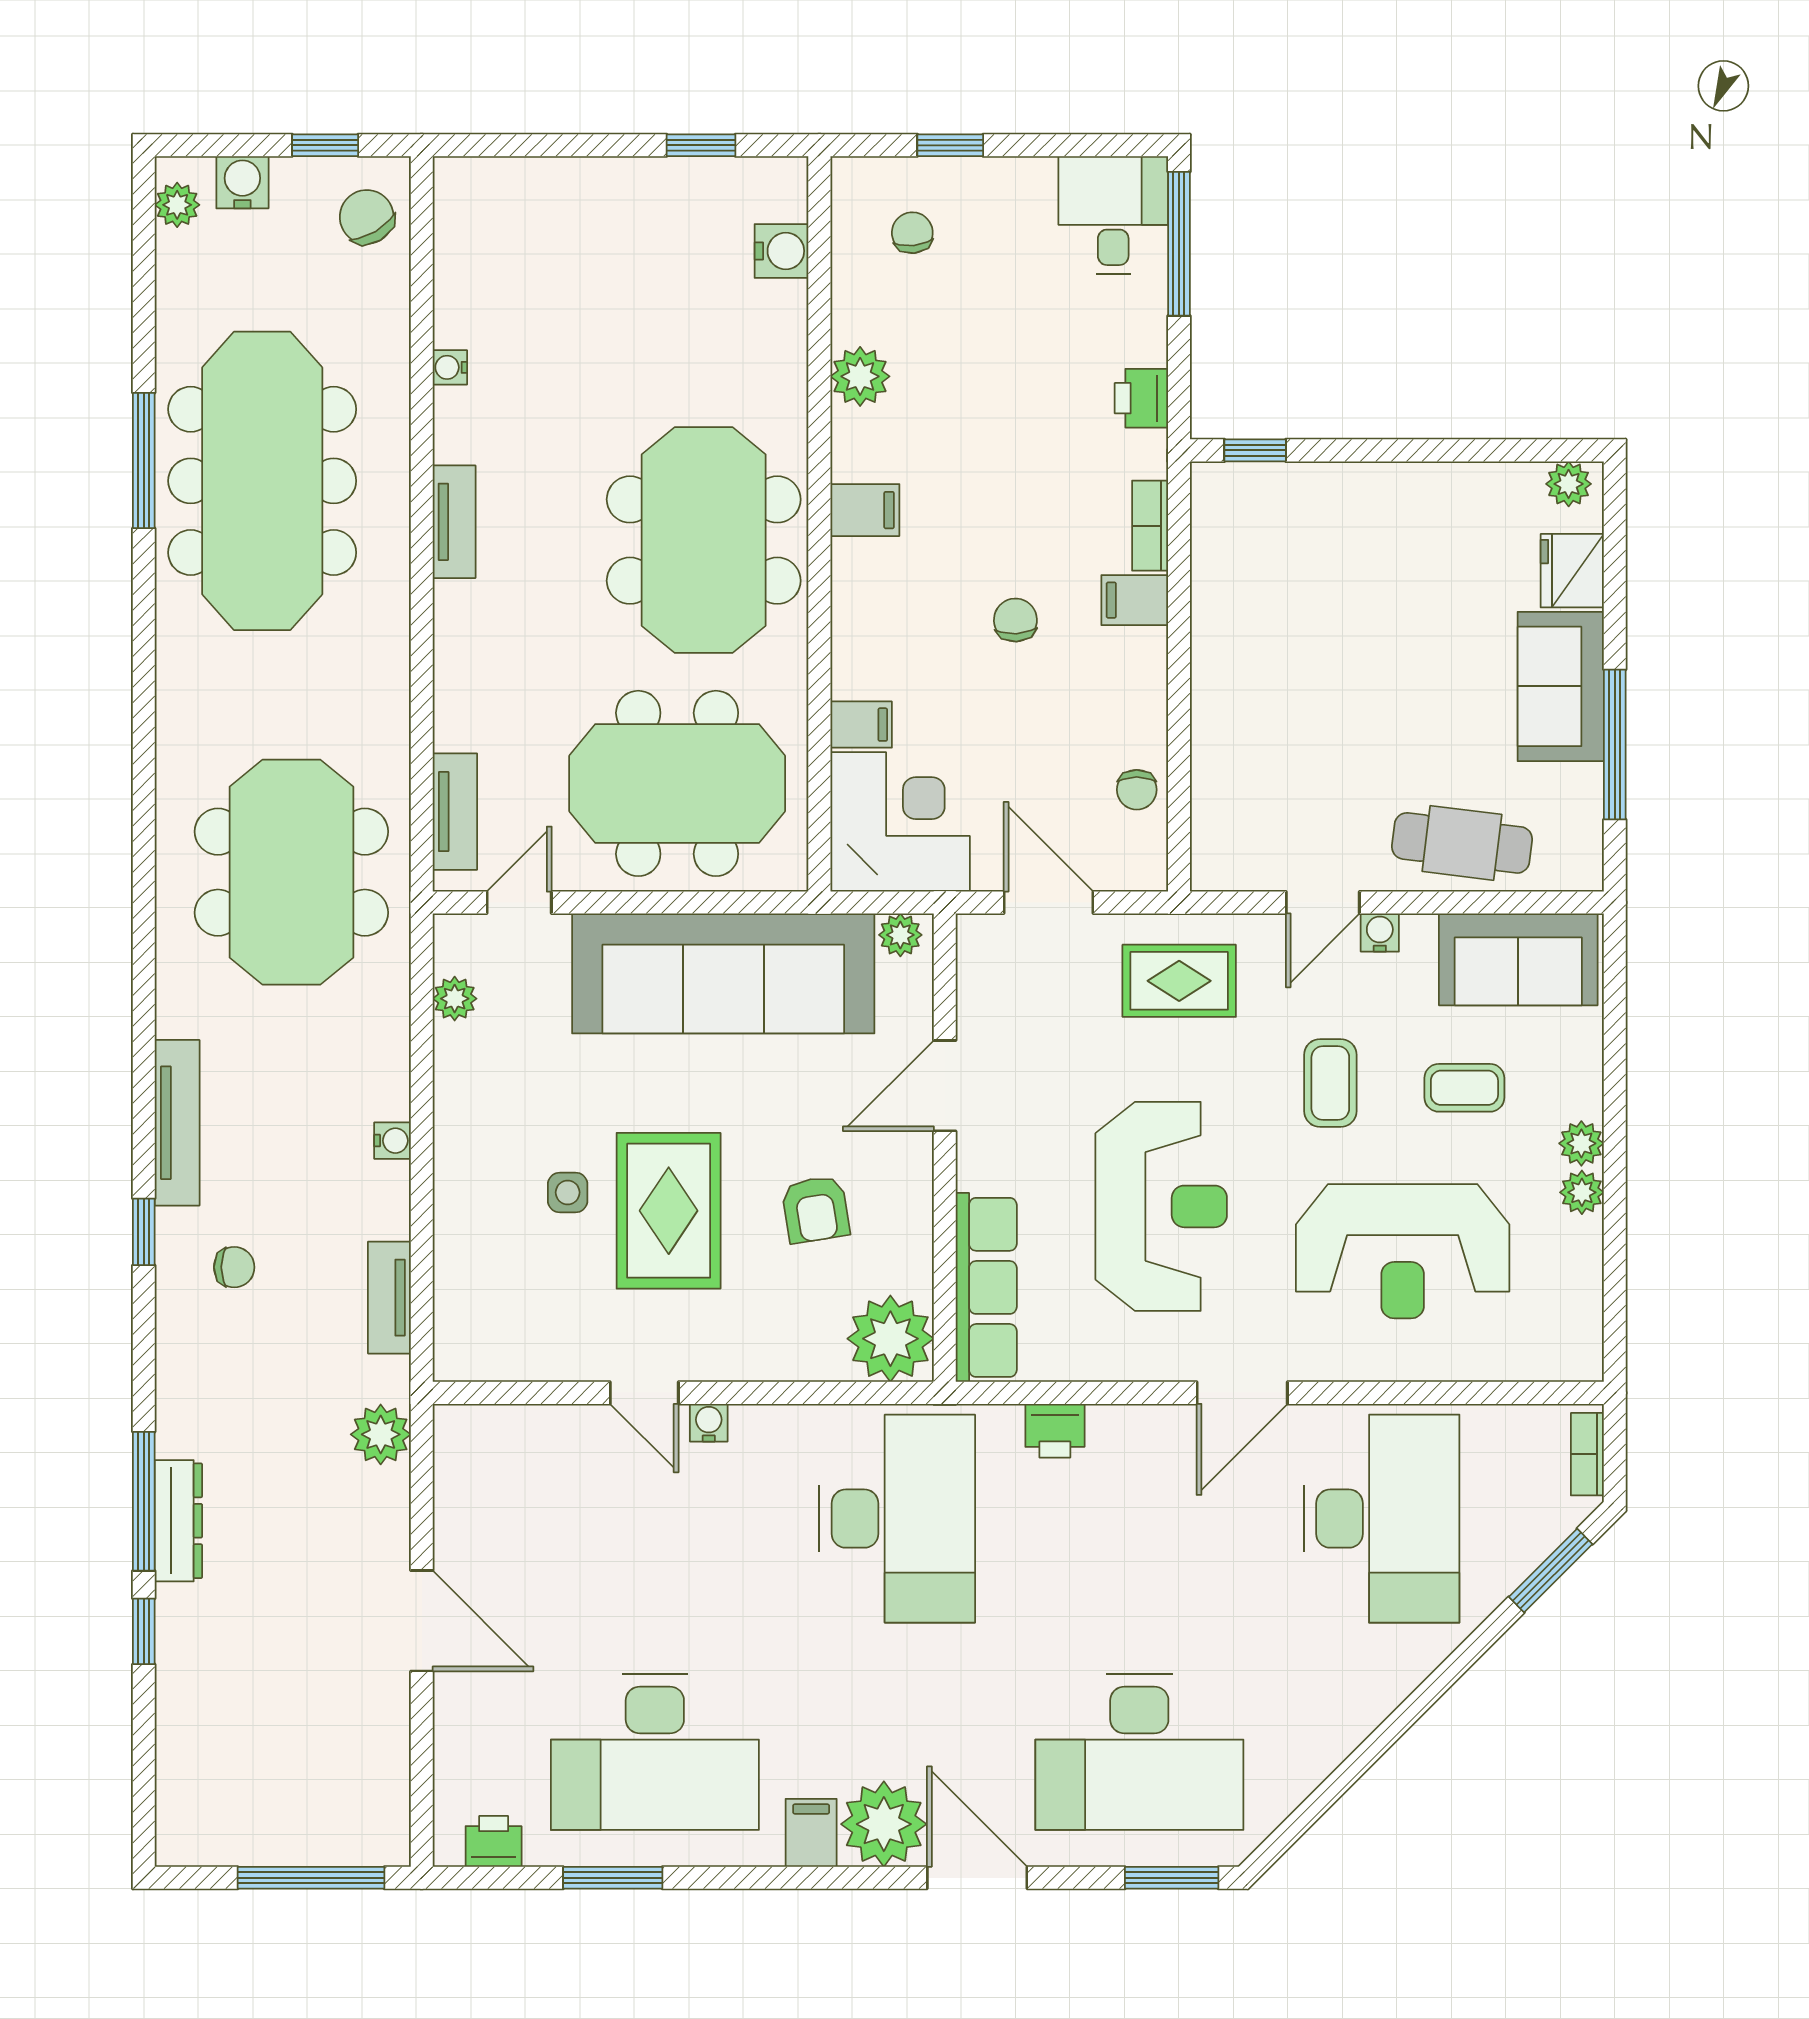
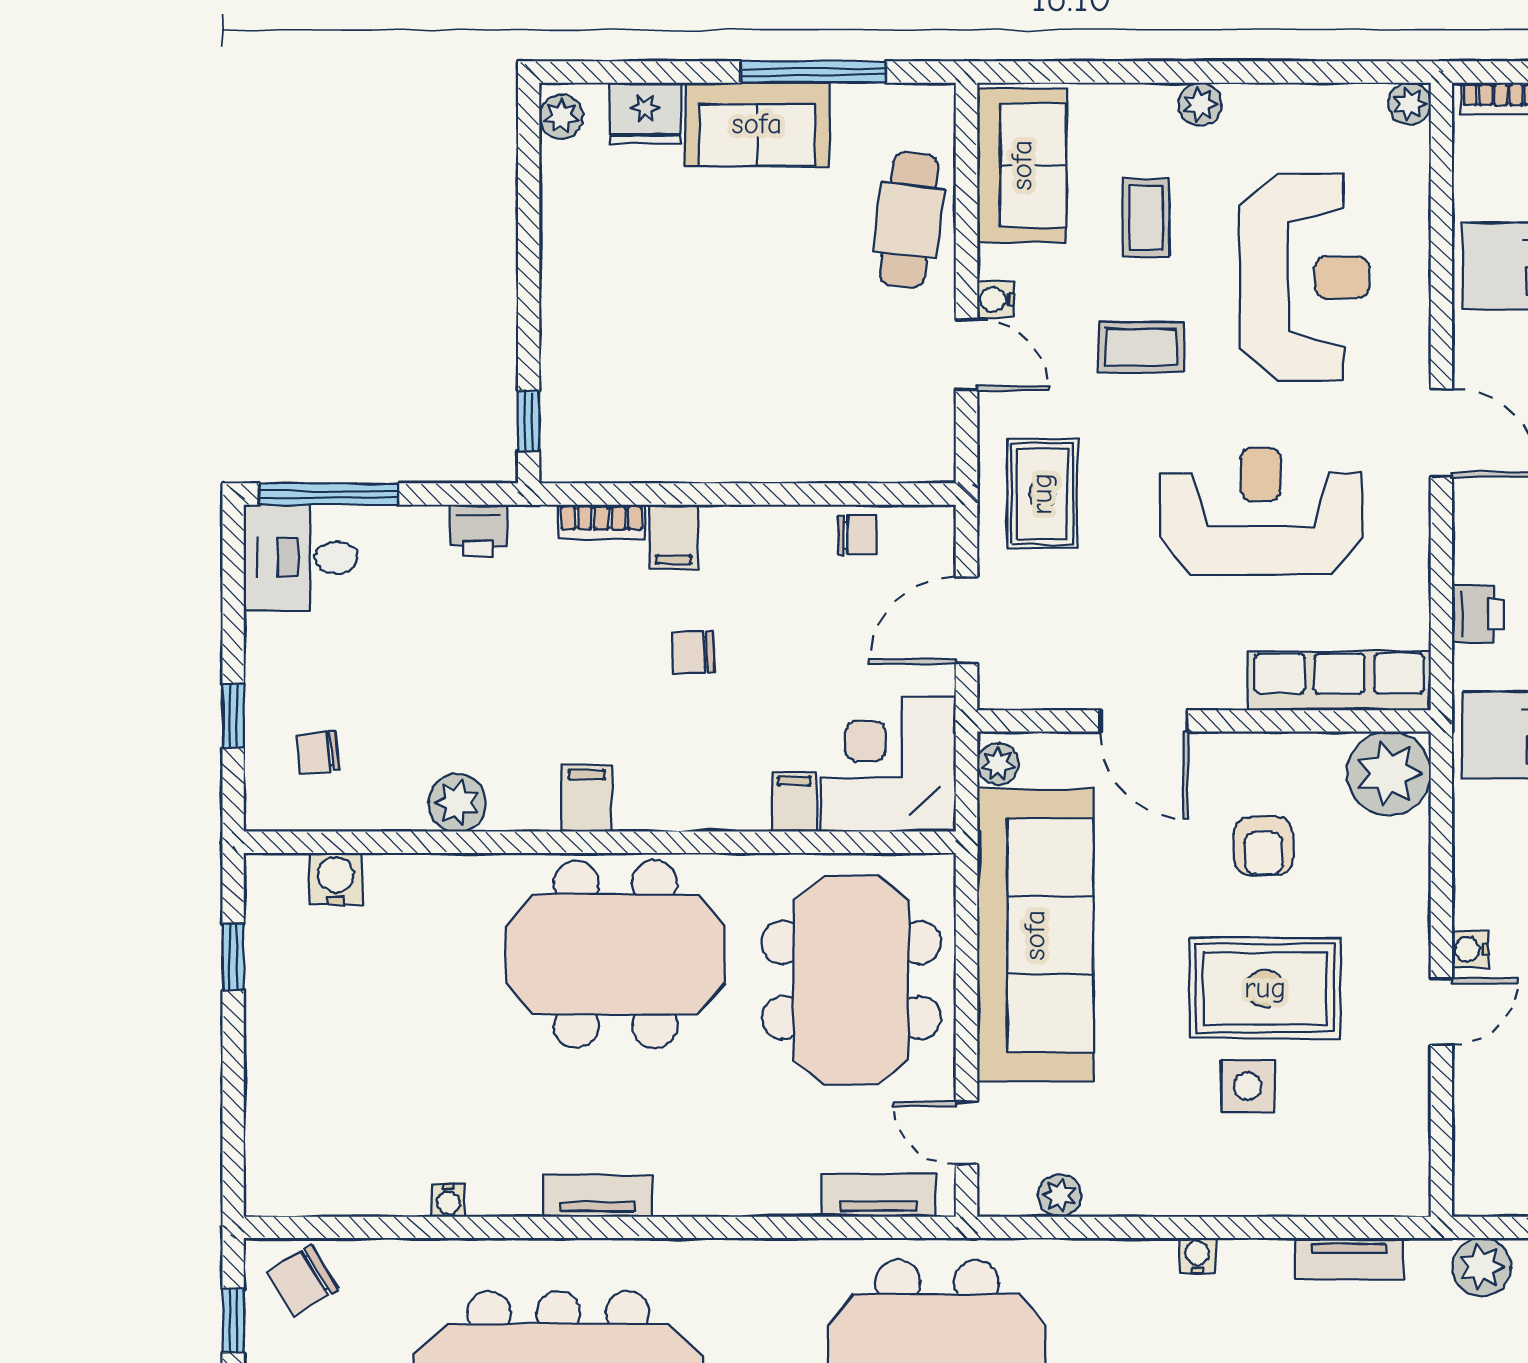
side table: (568, 1192) -> (1247, 1086), width x1.37, depth x1.37
plant: (1582, 1192) -> (1410, 104), moved
armchair: (816, 1209) -> (1264, 846), turned 98

